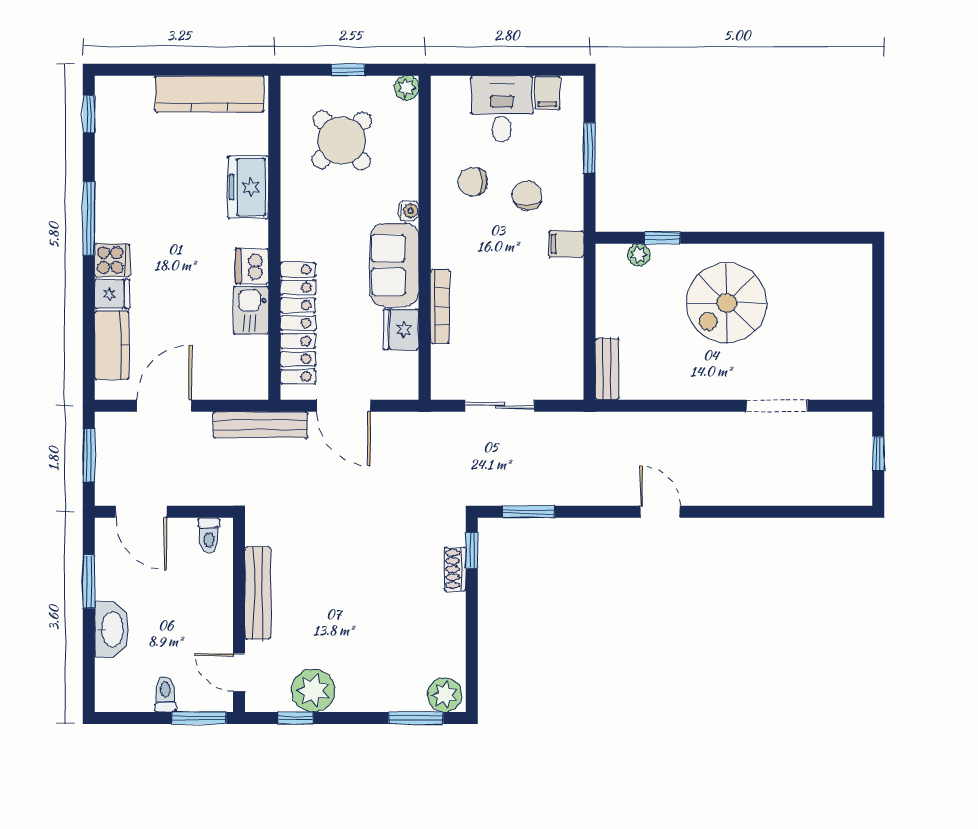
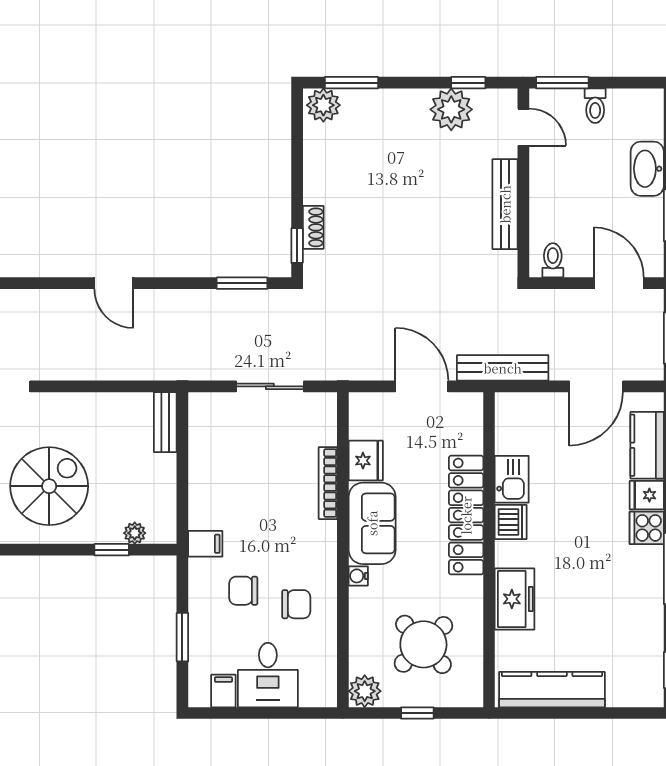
plant: (407, 88) -> (365, 691), width x1.38, depth x1.38
chair: (527, 196) -> (243, 591), turned 90
locker: (298, 323) -> (466, 515), moved

